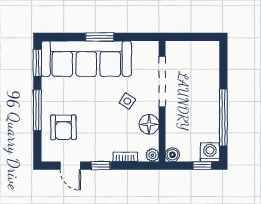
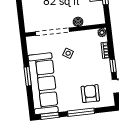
floor lamp: (149, 124) -> (82, 37), removed
armchair: (63, 127) -> (90, 94), turned -90
boiler: (172, 155) -> (78, 22), moved

